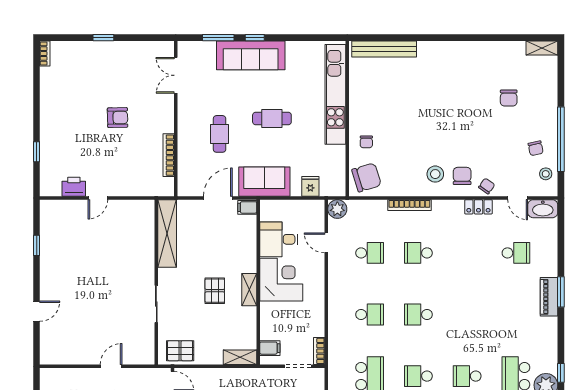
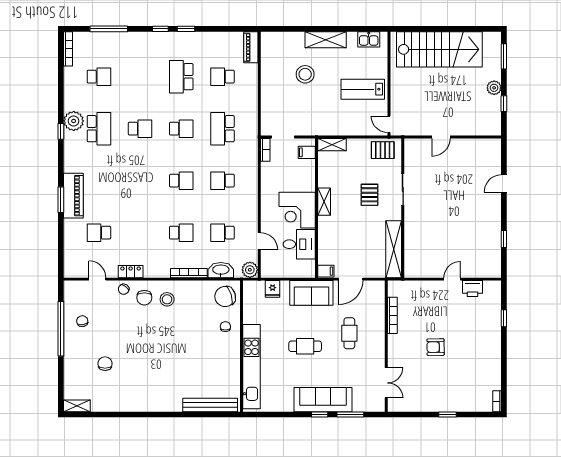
stool: (546, 174) -> (74, 299), removed
washbasin: (543, 209) -> (221, 270), moved
pallet: (215, 291) -> (369, 195), moved
piano: (549, 297) -> (73, 196), width x1.37, depth x1.33

